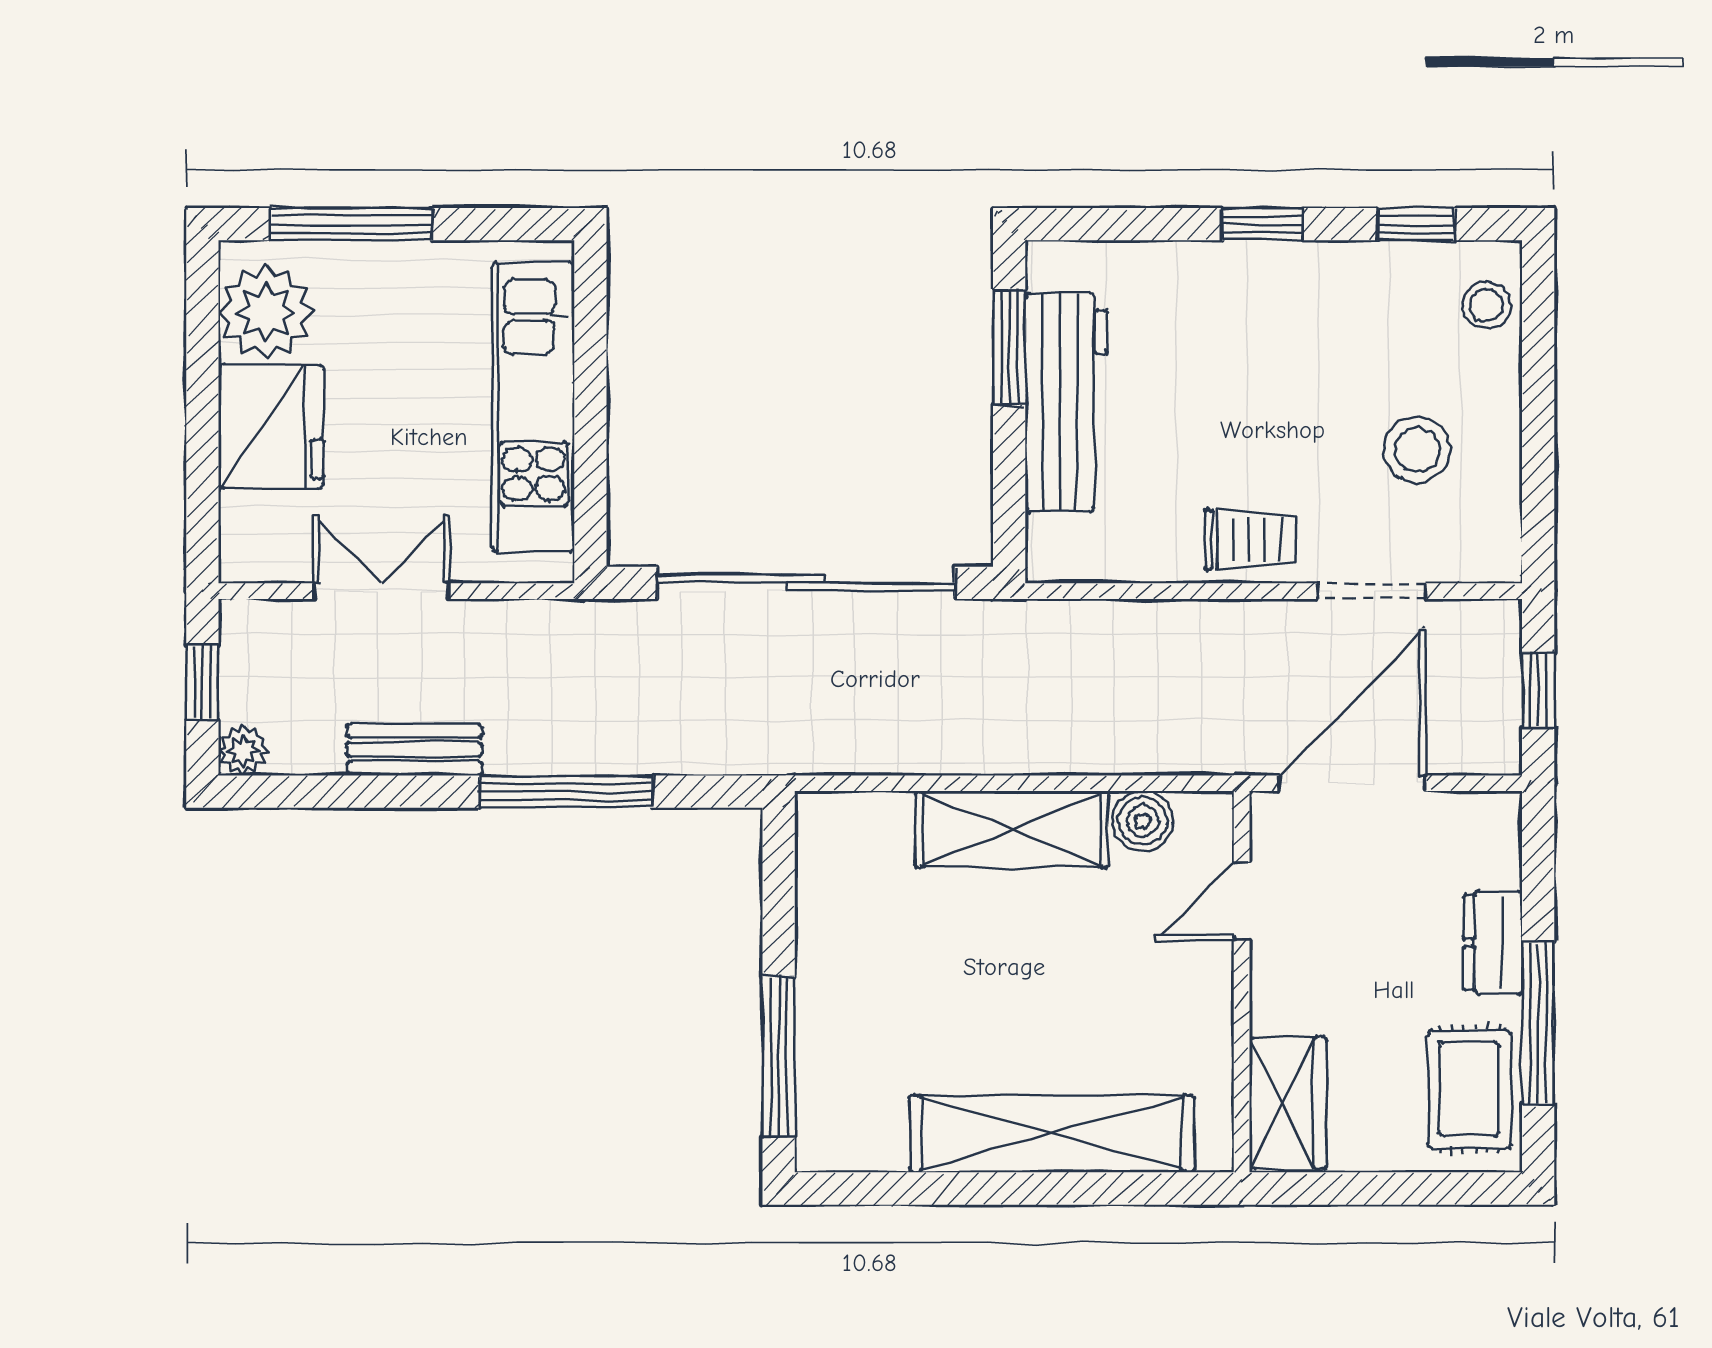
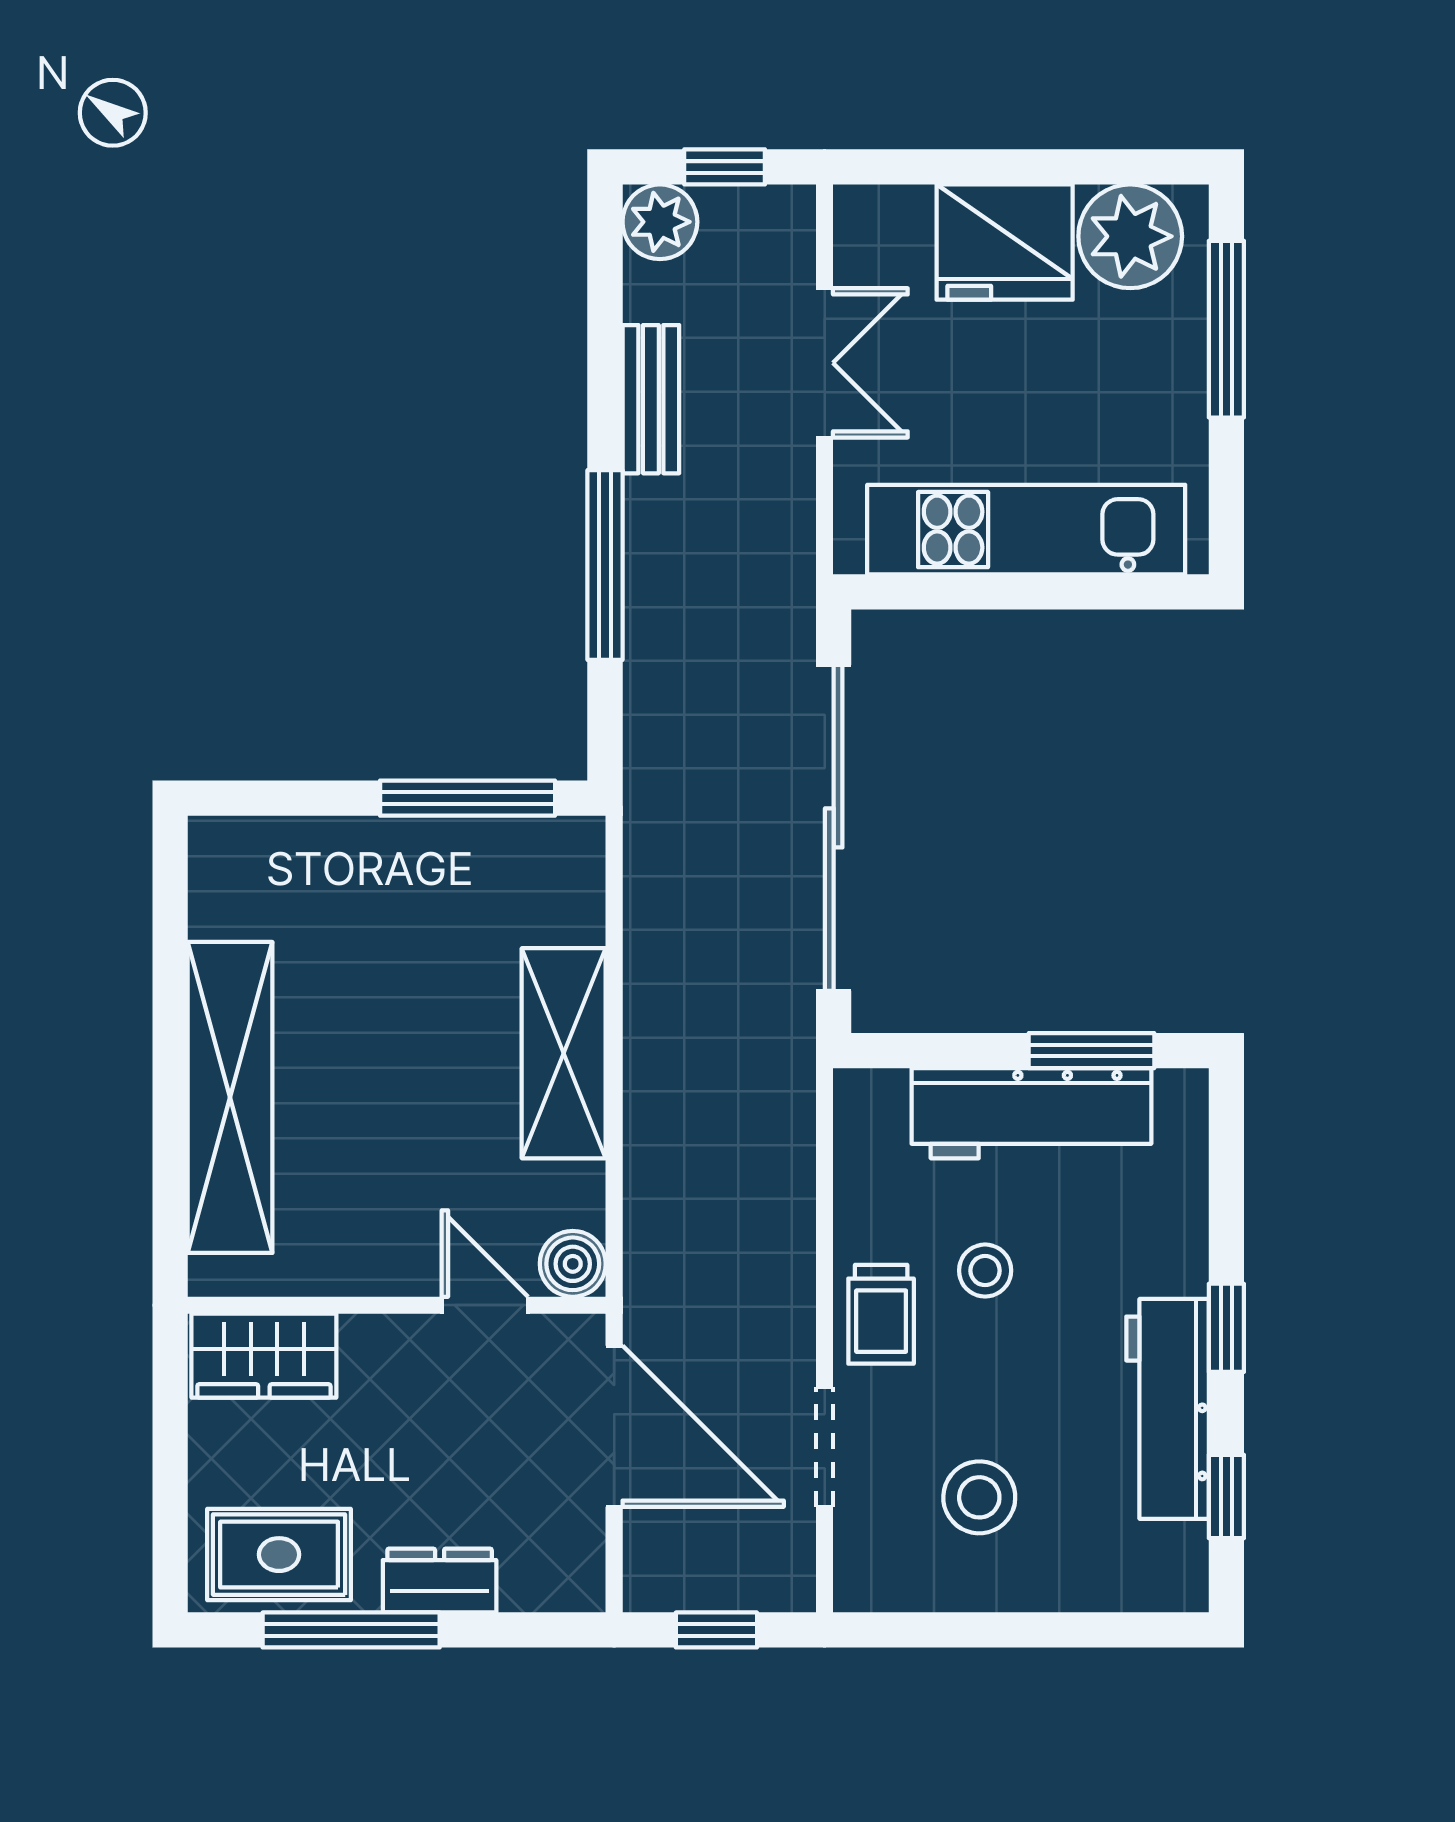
workbench: (1336, 278) -> (1168, 1409), added
stool: (1486, 305) -> (985, 1271), moved
plant: (243, 751) -> (660, 222), width x1.38, depth x1.38
boiler: (1143, 821) -> (573, 1264), moved
window: (779, 1056) -> (468, 798), moved

